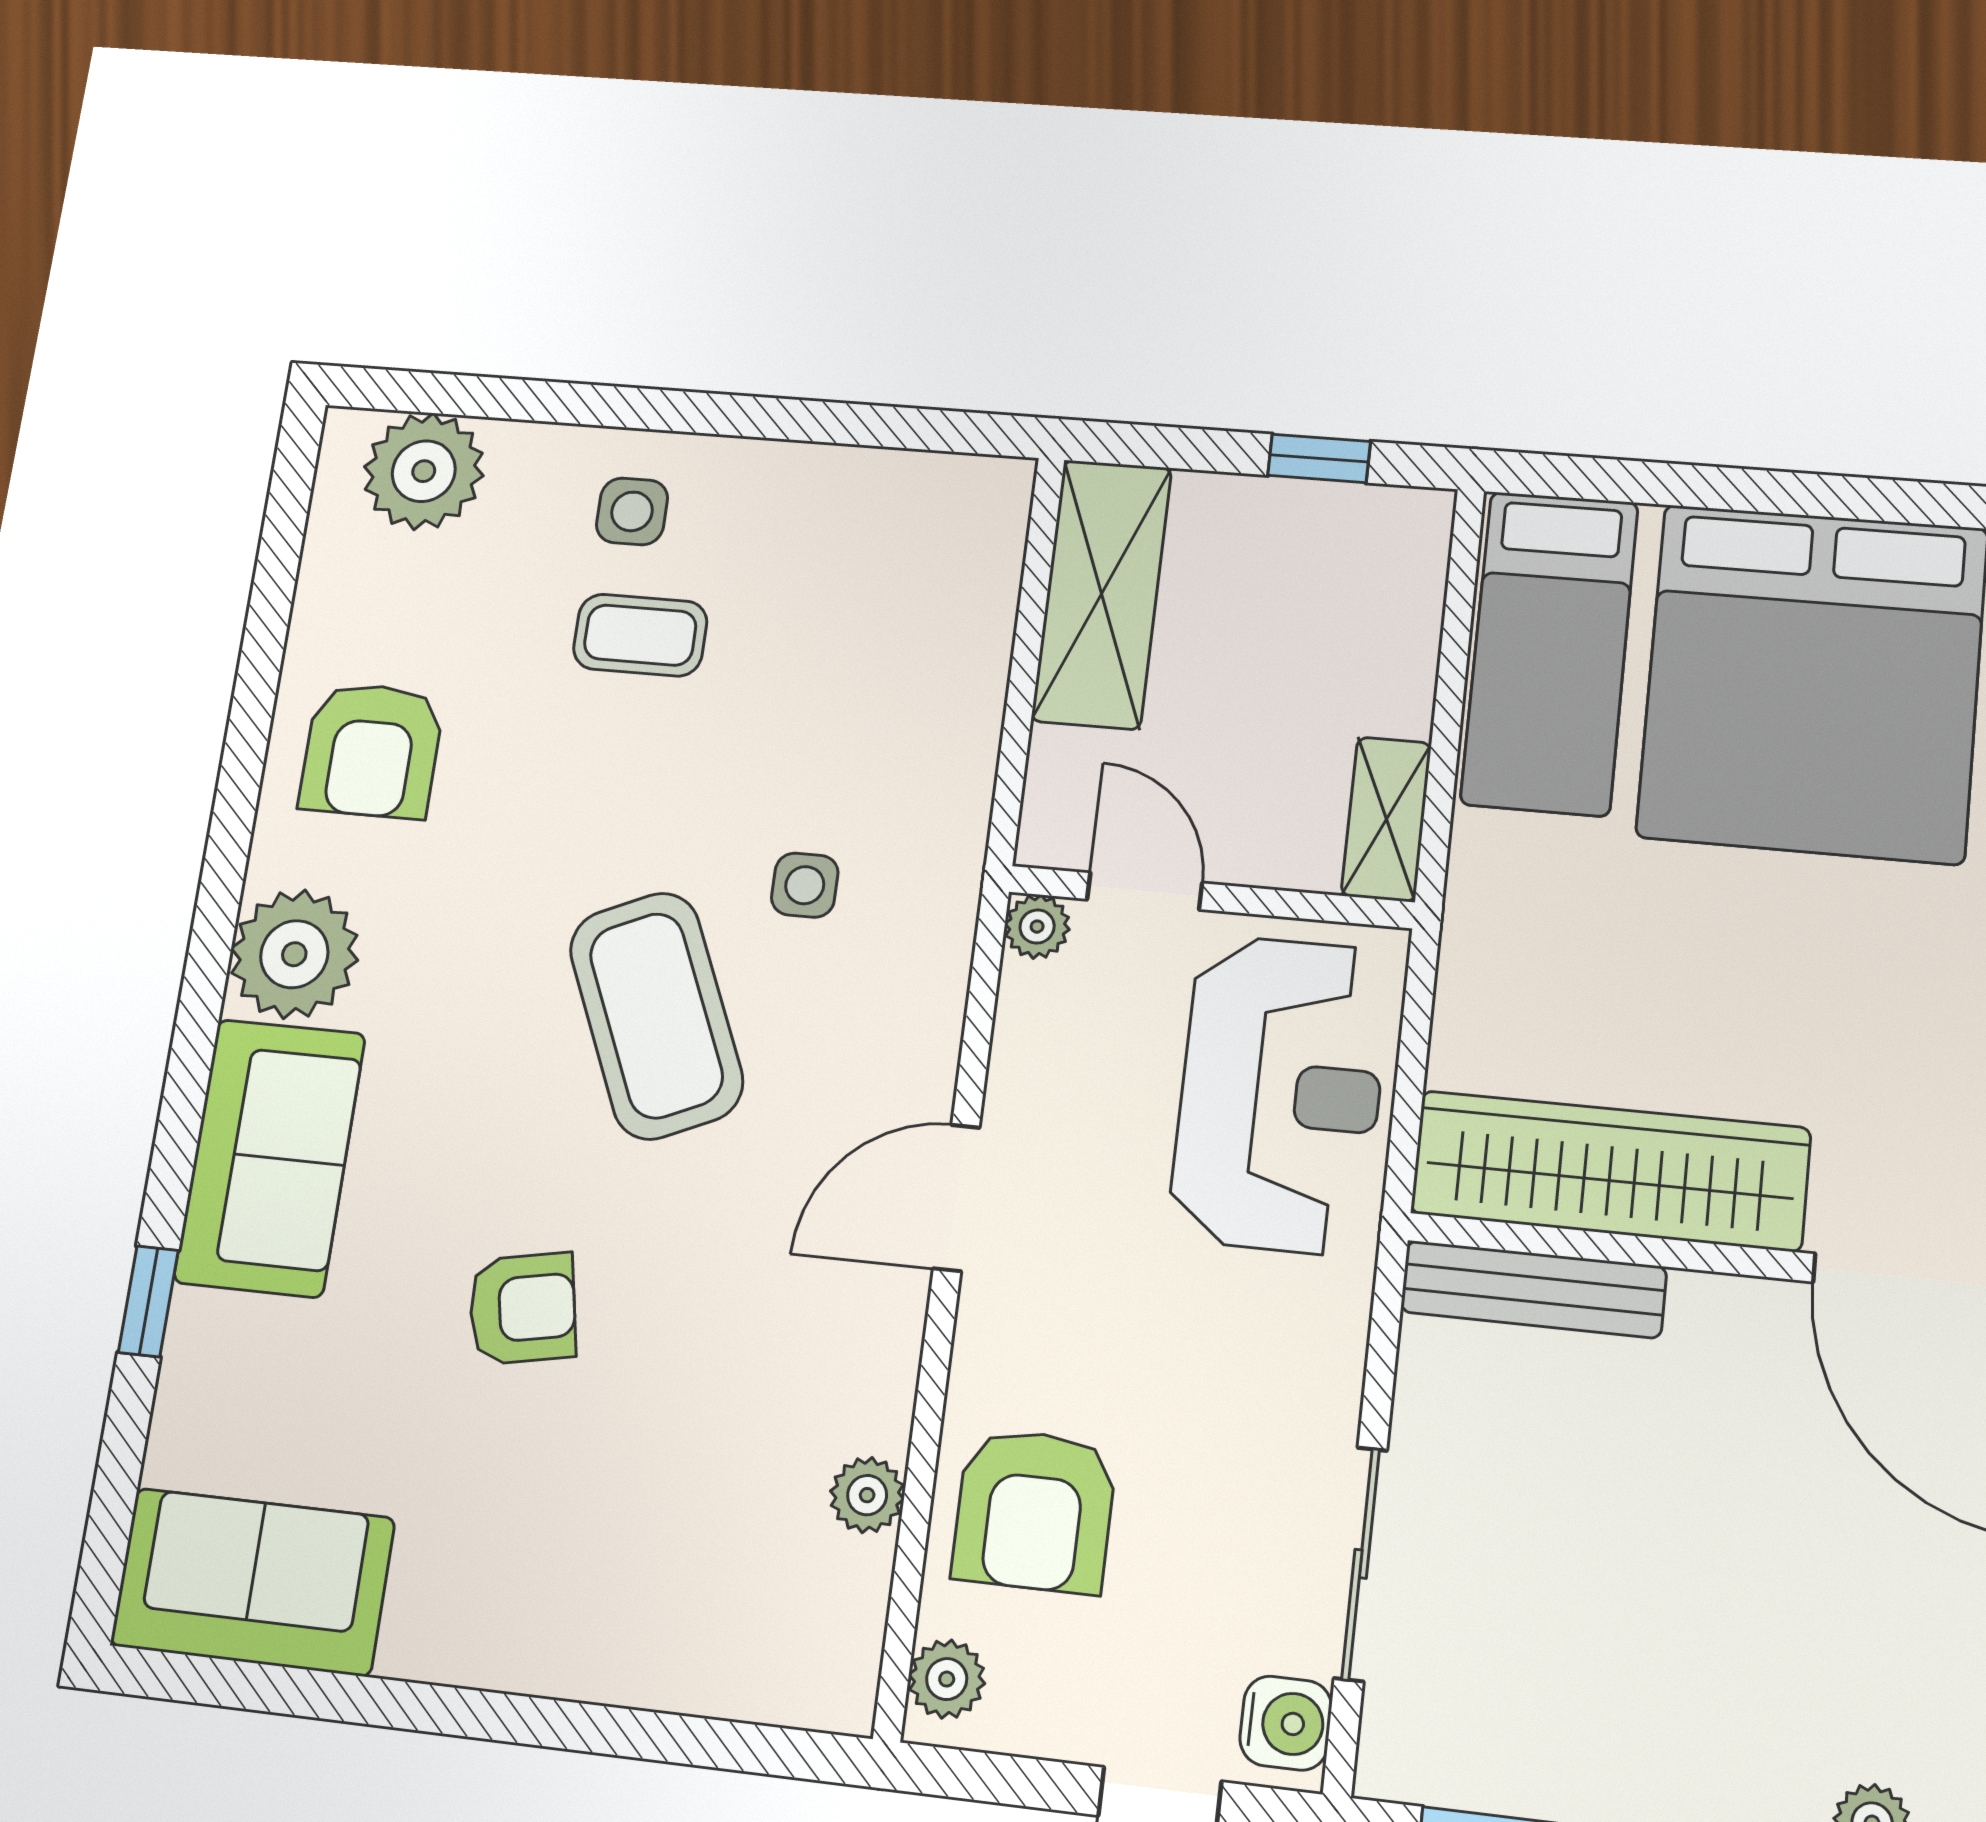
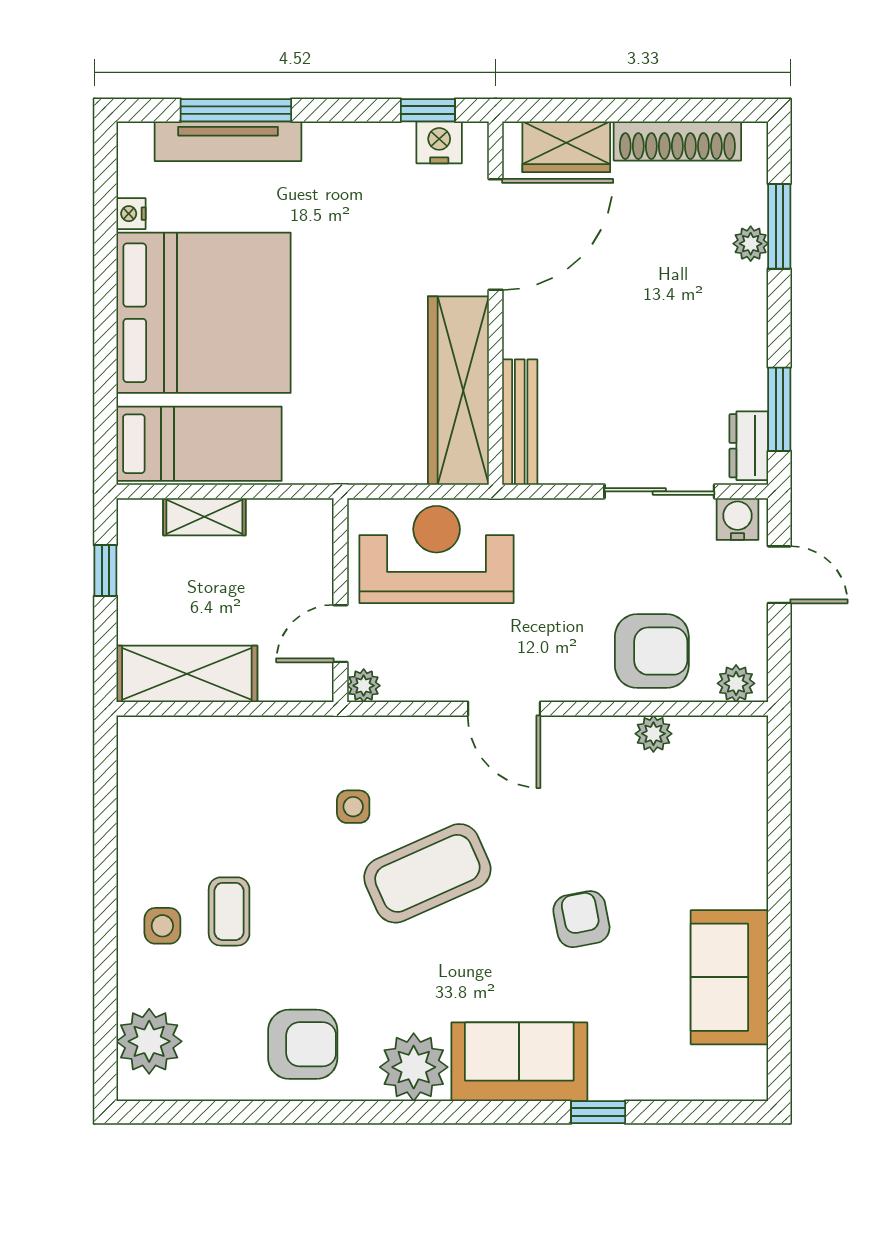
shelving: (1386, 819) -> (204, 517), moved
sofa: (253, 1582) -> (729, 977), moved
dresser: (1438, 1766) -> (749, 446), added

